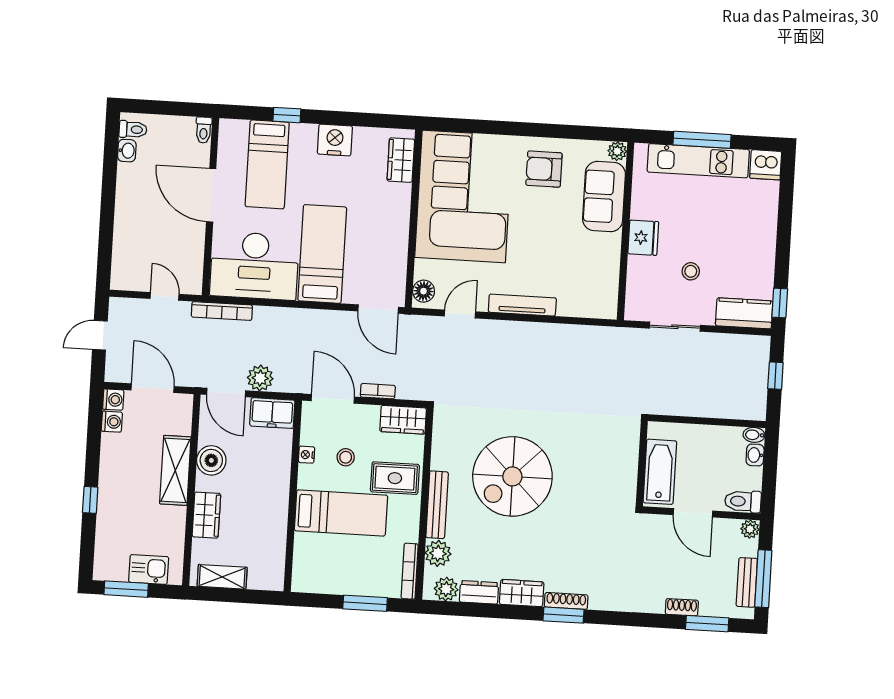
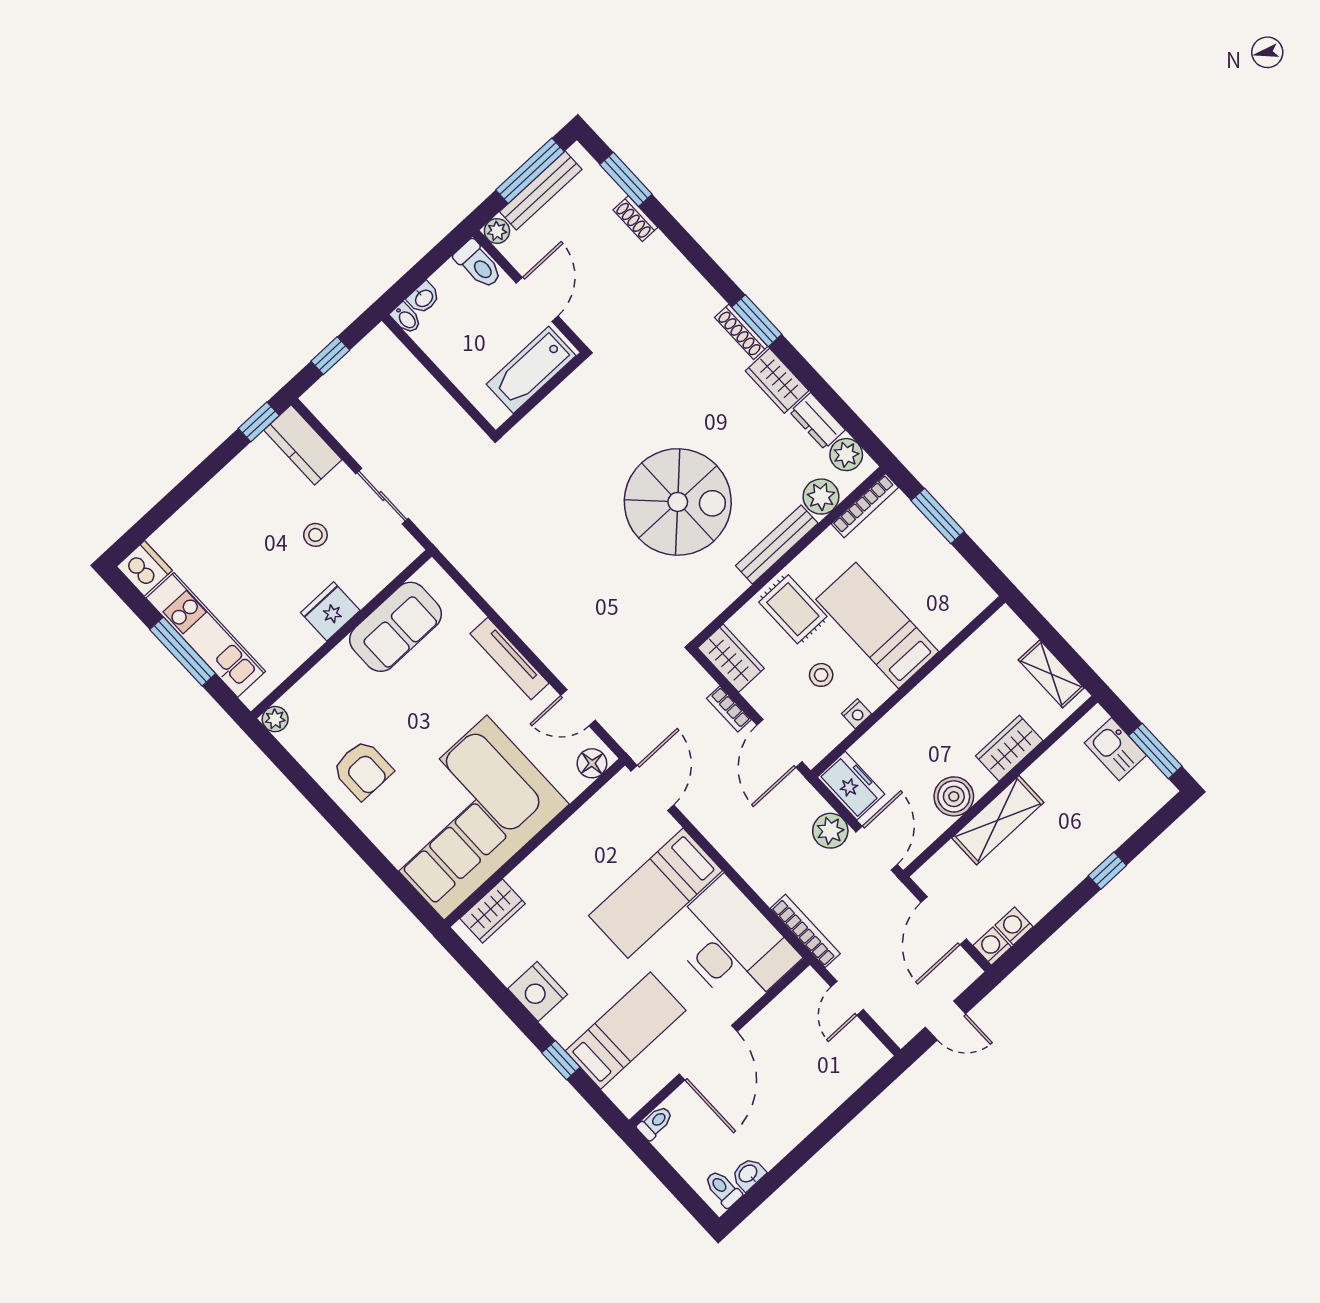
sofa: (604, 197) -> (396, 627), moved
bench: (747, 582) -> (541, 191), width x1.36

